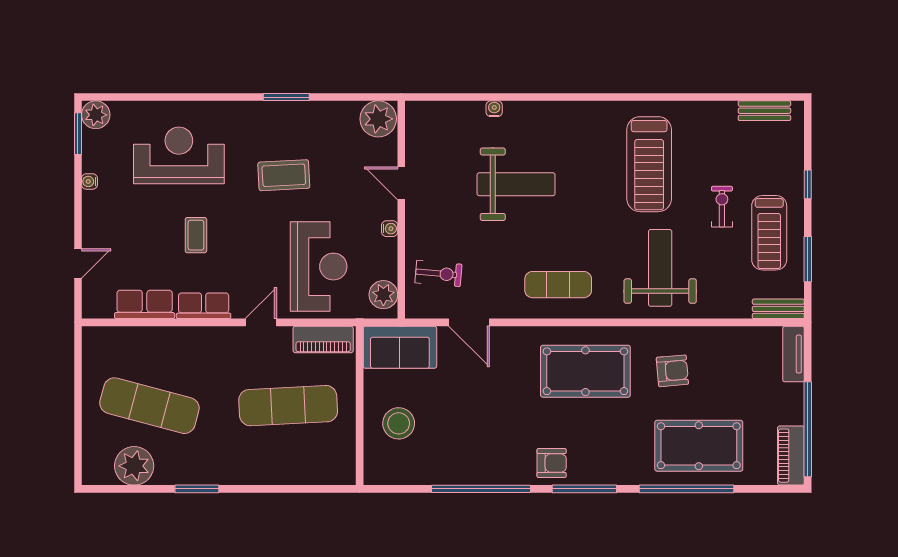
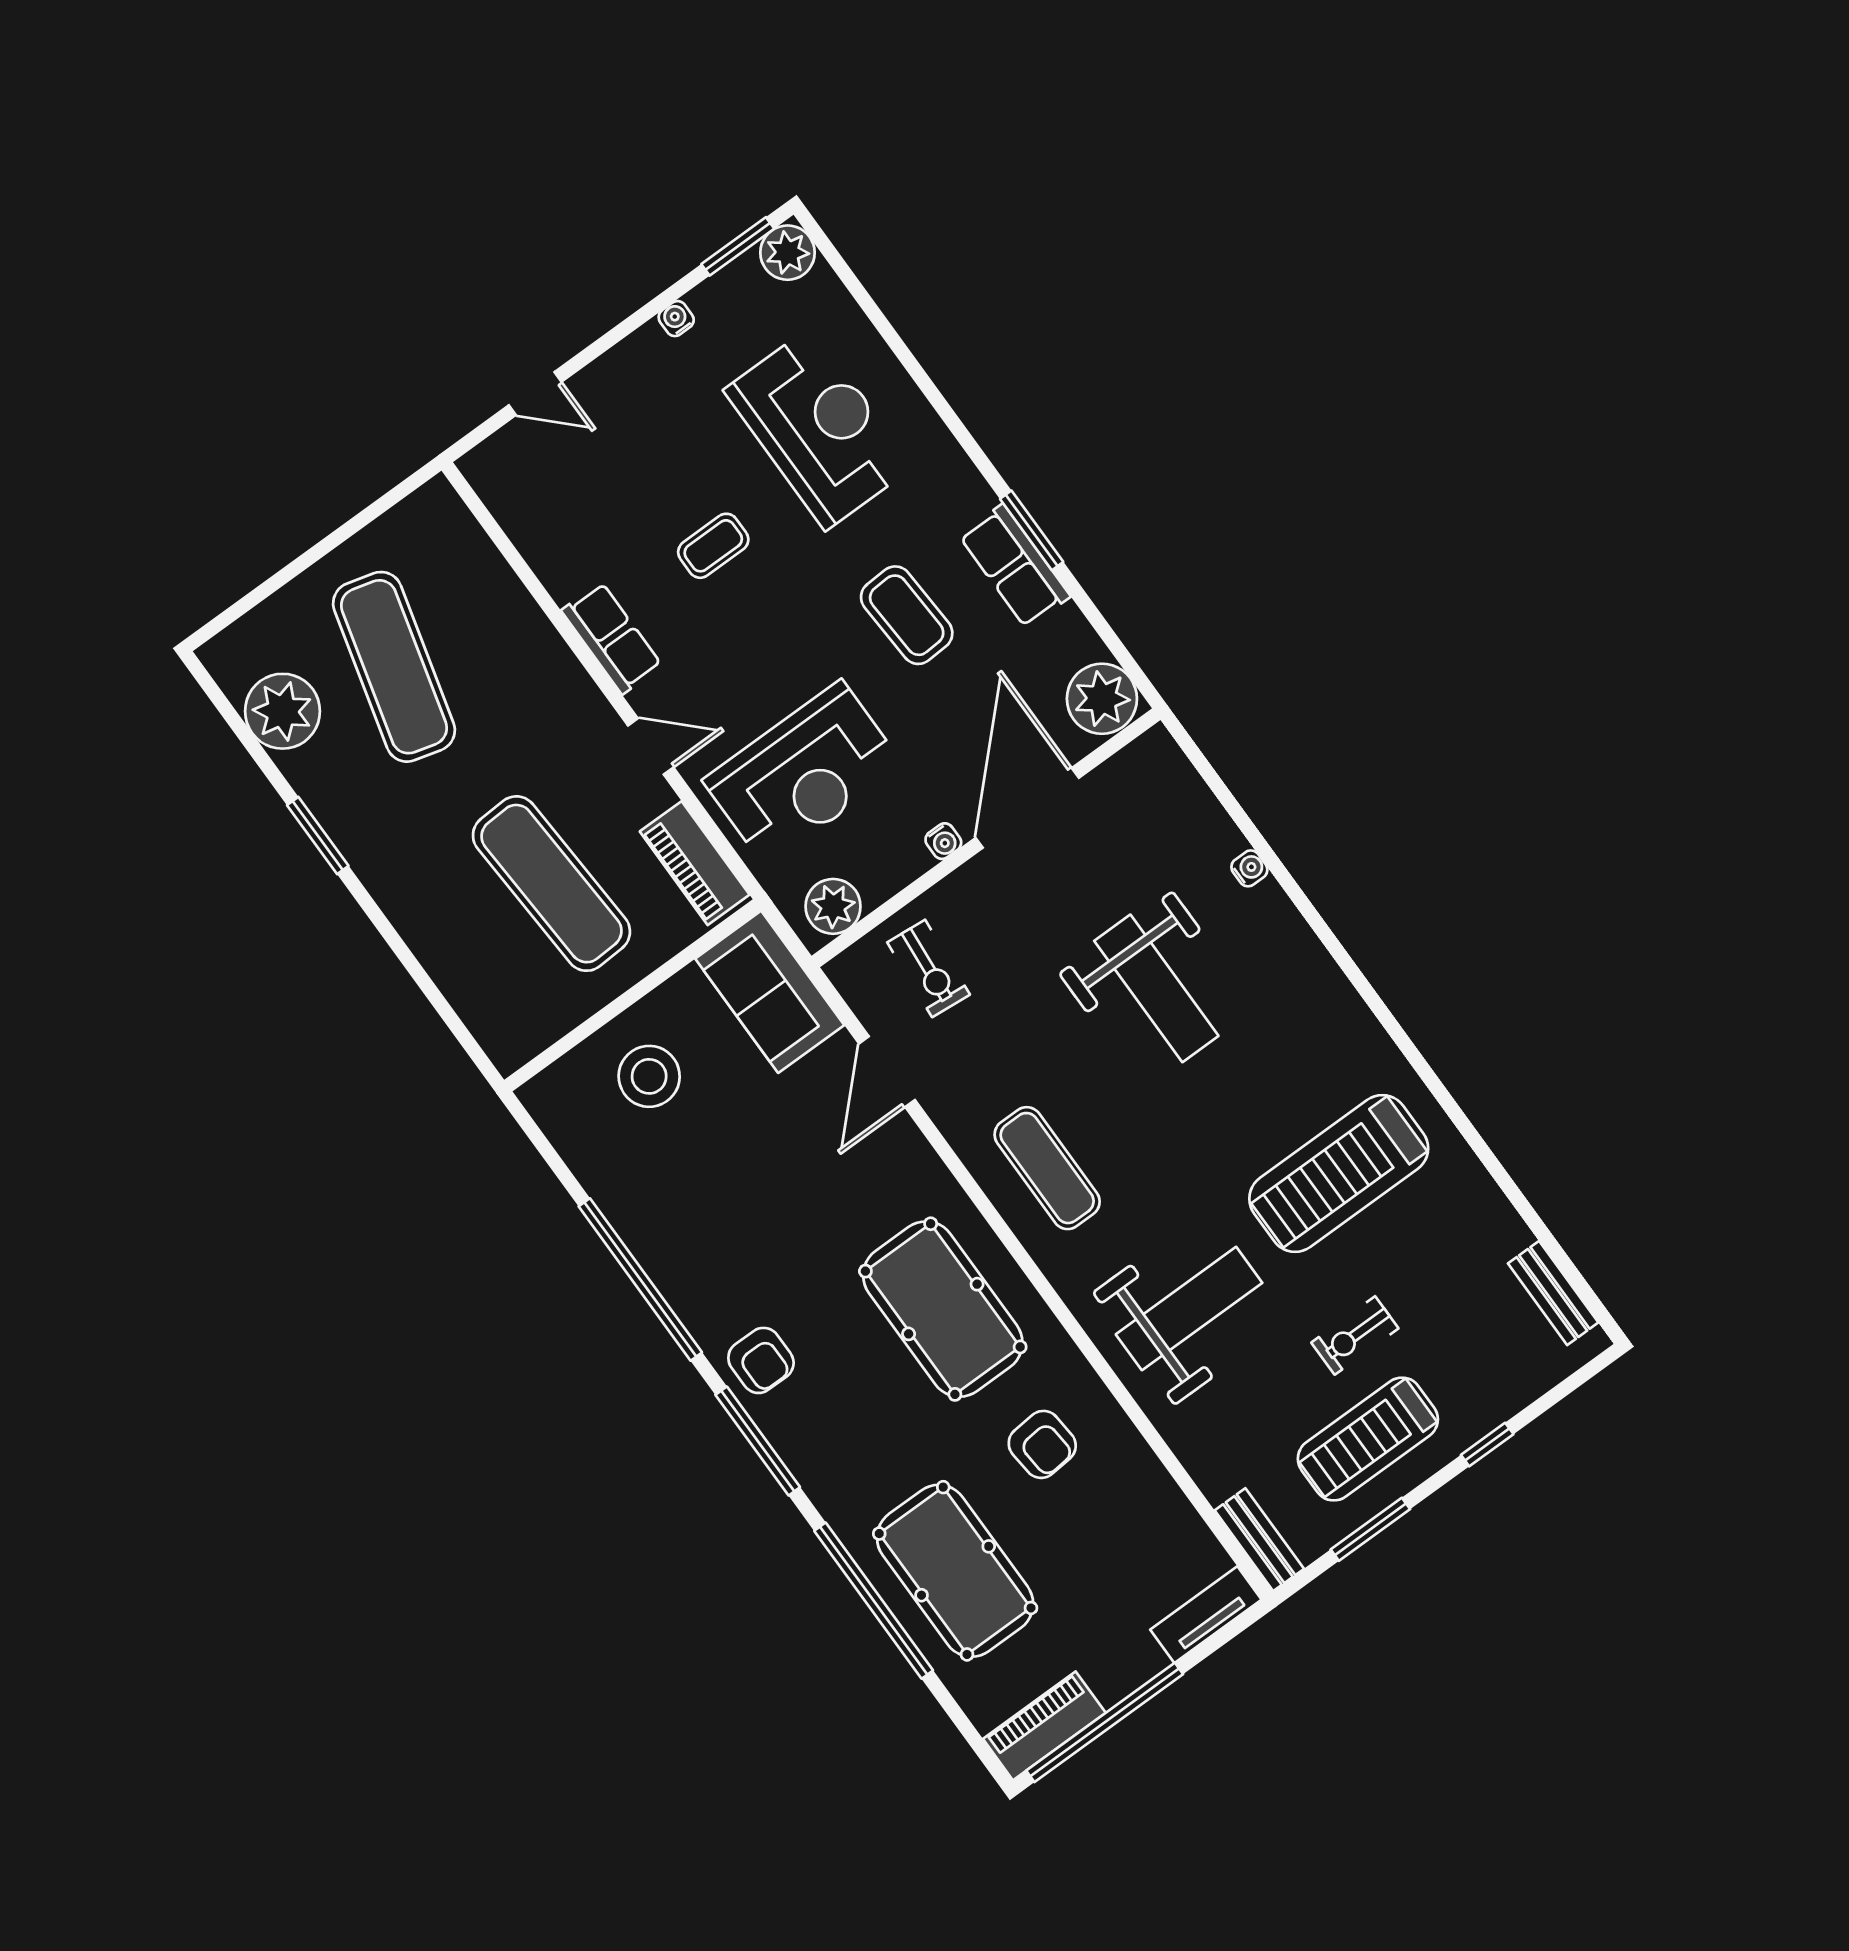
door: (401, 183) -> (1027, 808), width x1.87
exercise bike: (722, 207) -> (1355, 1335), turned 180
row of seats: (145, 304) -> (1015, 566), moved, turned 180

